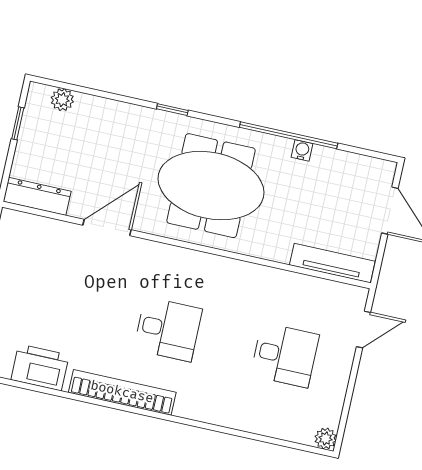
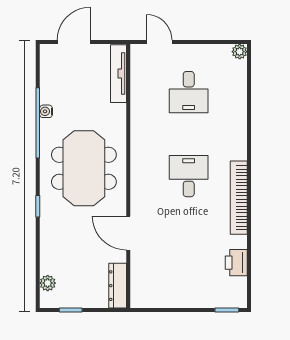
desk: (285, 355) -> (189, 92), turned 180
printer: (40, 367) -> (236, 263), width x0.73, depth x0.84

